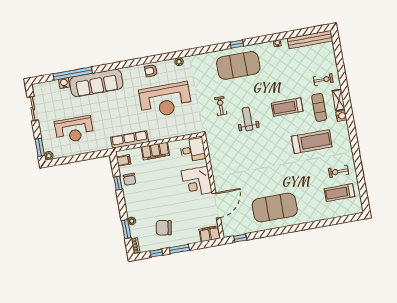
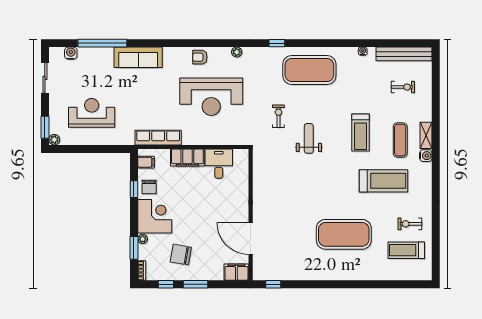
window: (237, 44) -> (277, 43), moved
exercise bike: (323, 80) -> (403, 87), moved
water cooler: (64, 83) -> (71, 53), moved
sofa: (96, 83) -> (138, 57), width x0.74, depth x0.79
treadmill: (287, 107) -> (361, 133), turned -90
reception desk: (74, 130) -> (92, 113), turned 180
desk: (193, 150) -> (219, 164), moved, turned -90
corner desk: (197, 182) -> (155, 216), moved, turned 180
door: (216, 206) -> (251, 239), swing flipped
exercise mat: (275, 208) -> (344, 234), moved

